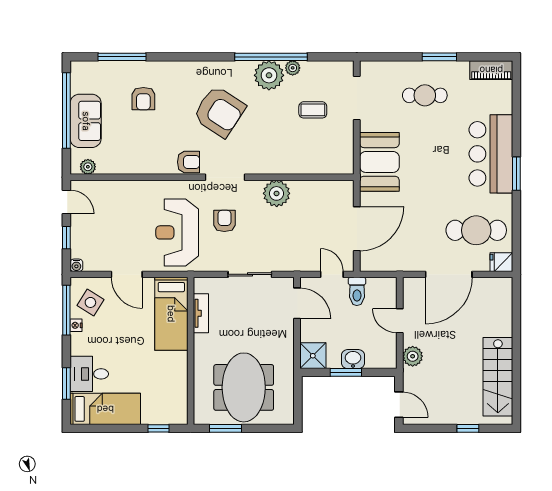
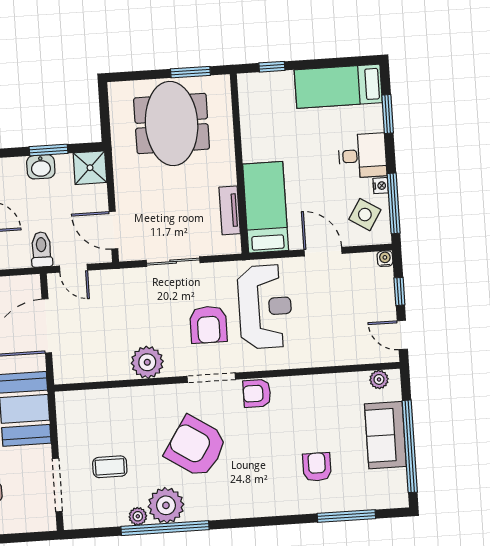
armchair: (219, 112) -> (196, 447), moved
armchair: (224, 221) -> (208, 325), width x1.38, depth x1.38
desk: (89, 374) -> (362, 156), moved

